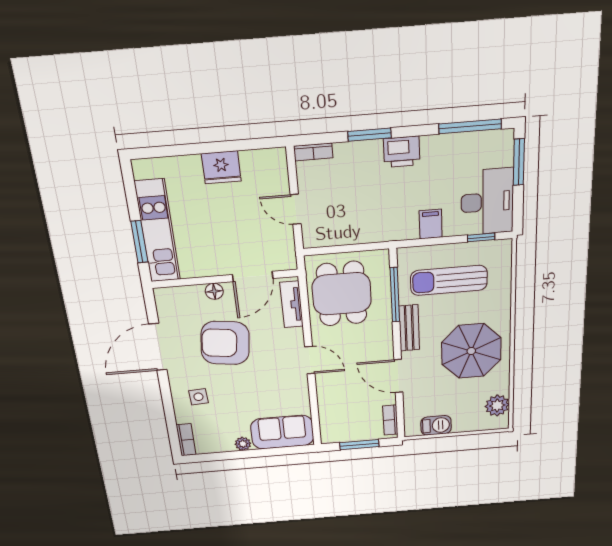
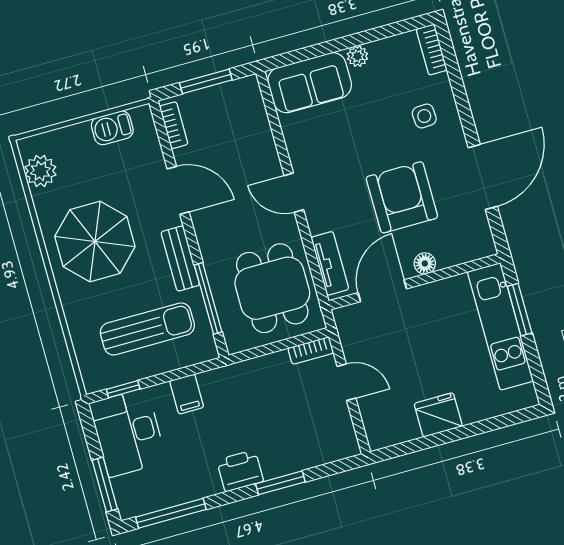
bookcase: (313, 152) -> (311, 350), moved, turned 180
armchair: (225, 343) -> (402, 197), turned -97

